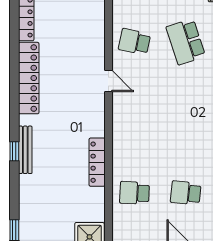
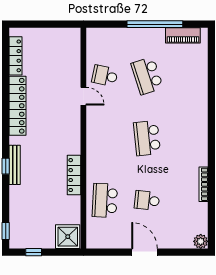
door: (108, 81) -> (83, 96), moved
school desk: (186, 117) -> (147, 138), added
school desk: (134, 193) -> (105, 200), width x1.85

